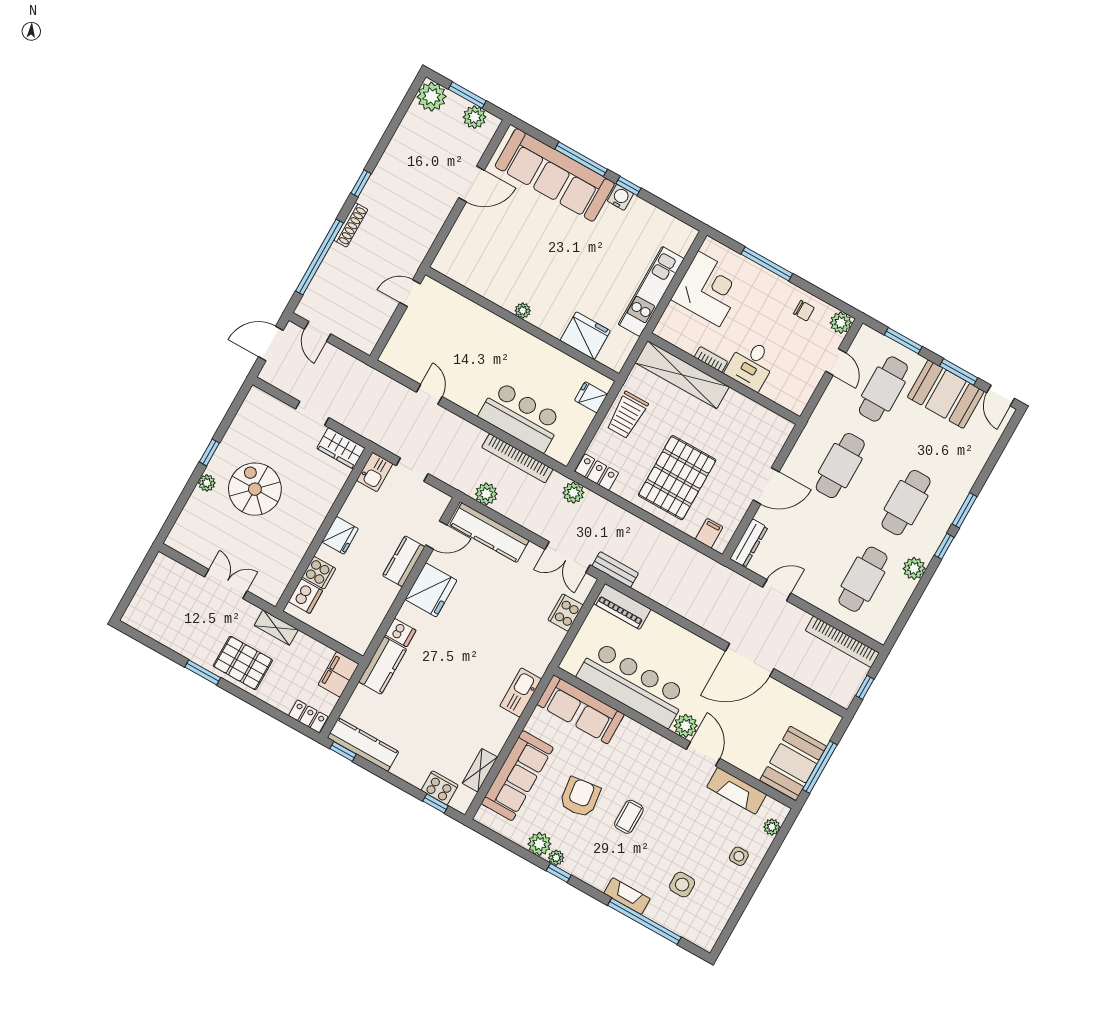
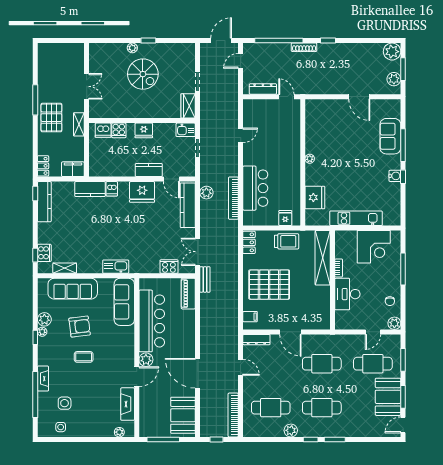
sofa: (555, 175) -> (390, 136), width x0.54, depth x0.79
dresser: (379, 322) -> (263, 89), added
door: (271, 344) -> (221, 41), hinge flipped
desk: (751, 365) -> (347, 294), width x1.37
trolley: (627, 415) -> (287, 241), turned 180
spiral stairs: (255, 489) -> (143, 74), turned 90
plant: (573, 493) -> (232, 236), removed
window: (203, 672) -> (35, 100), width x1.44
booth: (793, 763) -> (183, 415), moved, turned 90
side table: (739, 856) -> (61, 427), moved

